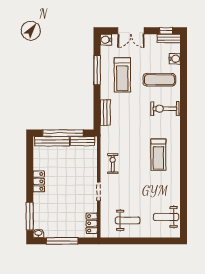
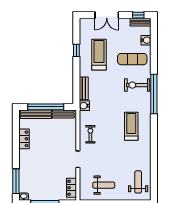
water cooler: (106, 40) -> (84, 106), moved
window: (97, 70) -> (76, 50), width x0.46
treadmill: (122, 75) -> (99, 55), turned 180
window: (184, 119) -> (154, 94), added
treadmill: (158, 155) -> (131, 126), turned 180
locker: (39, 181) -> (24, 139), moved
weight bench: (166, 217) -> (138, 182), turned 90

